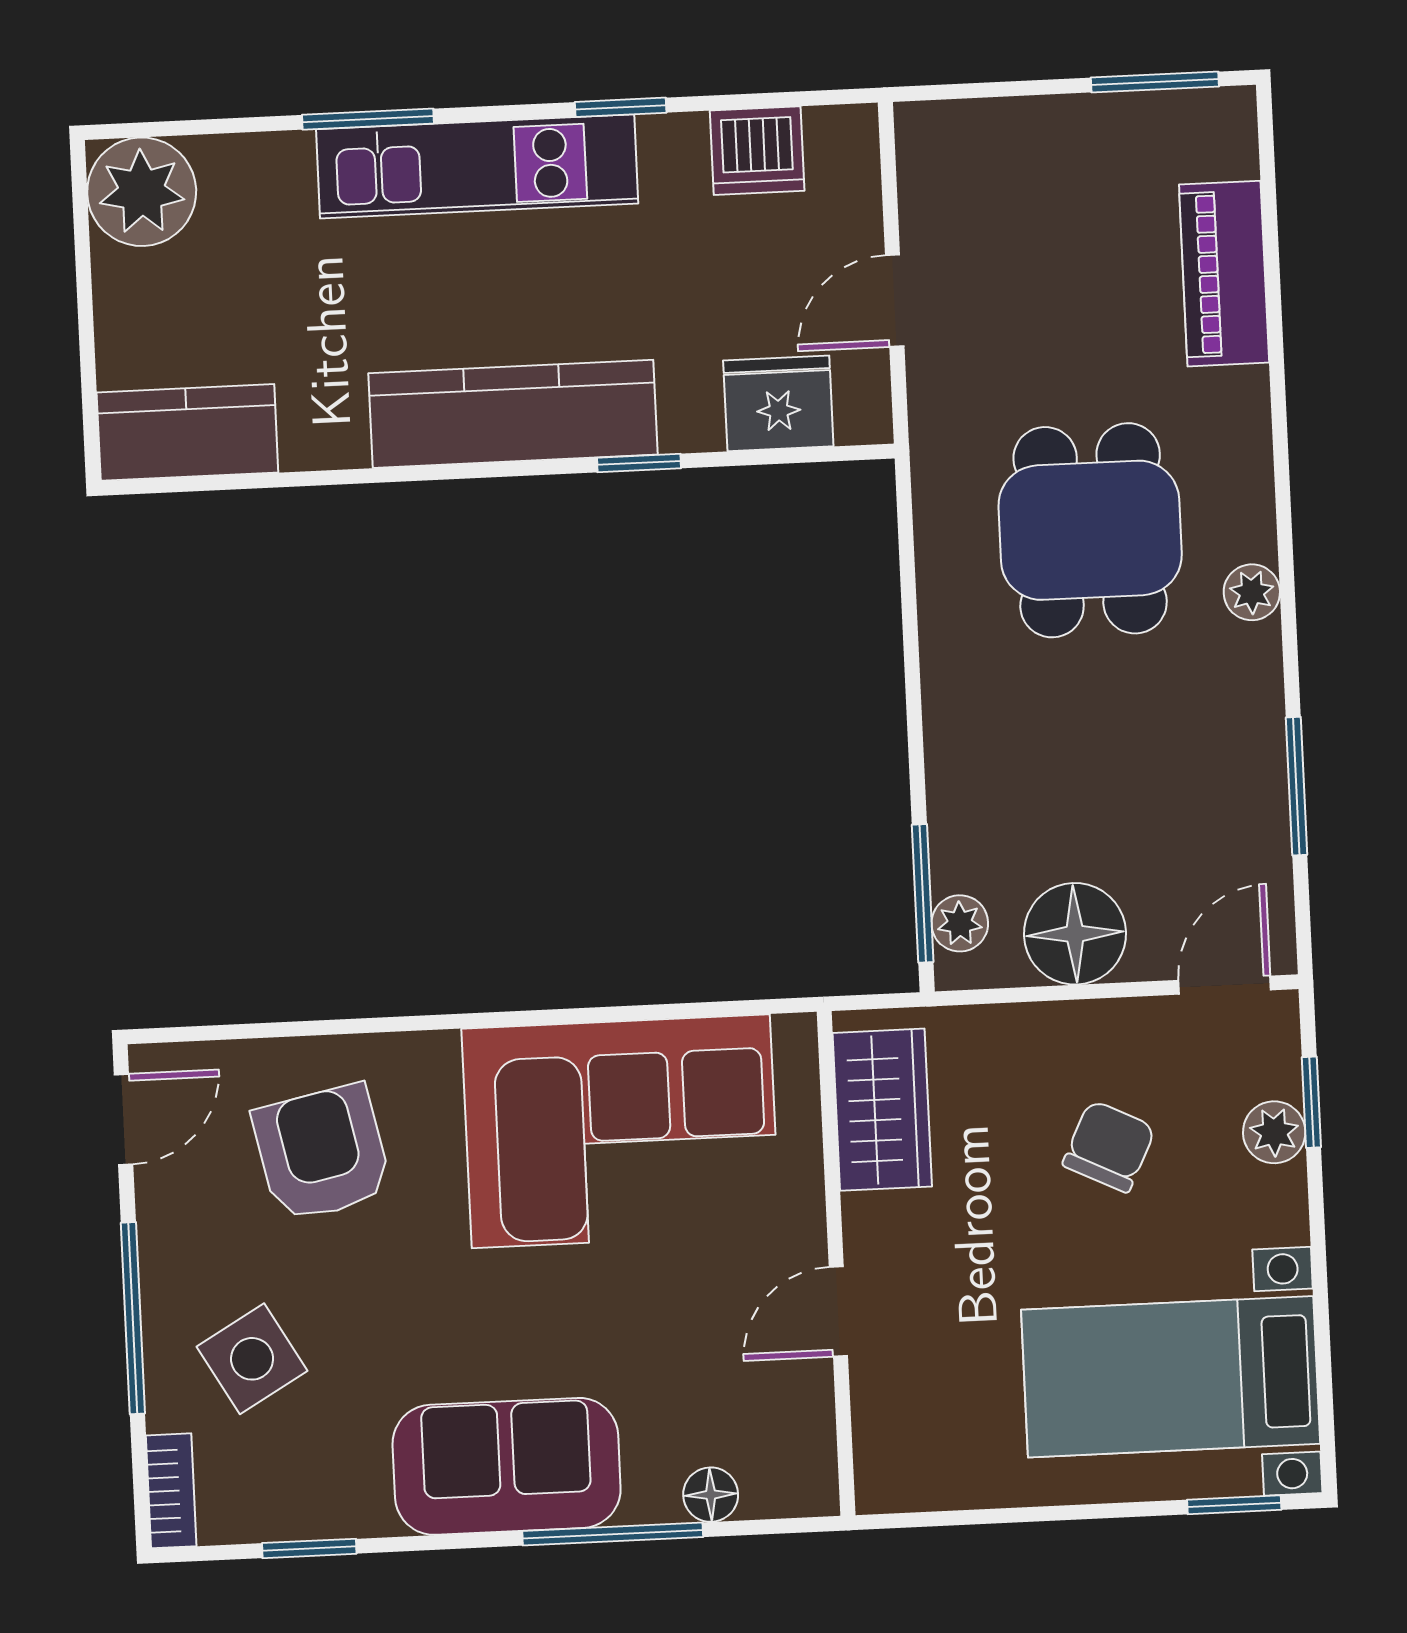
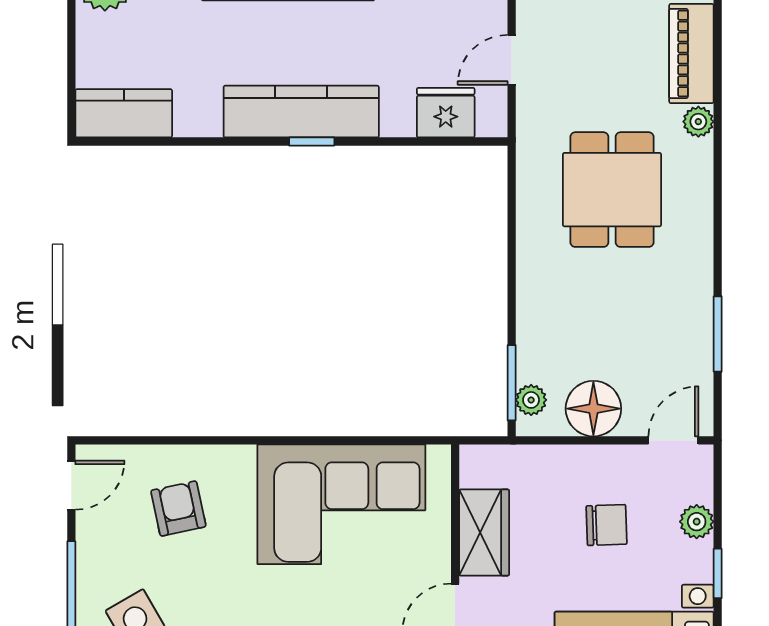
window: (639, 463) -> (312, 141), moved
plant: (1252, 592) -> (698, 122), moved
window: (1311, 1102) -> (718, 573), moved
wardrobe: (882, 1110) -> (484, 533), moved
chair: (1109, 1146) -> (606, 525), turned 62
armchair: (322, 1153) -> (178, 509), width x0.72, depth x0.72

